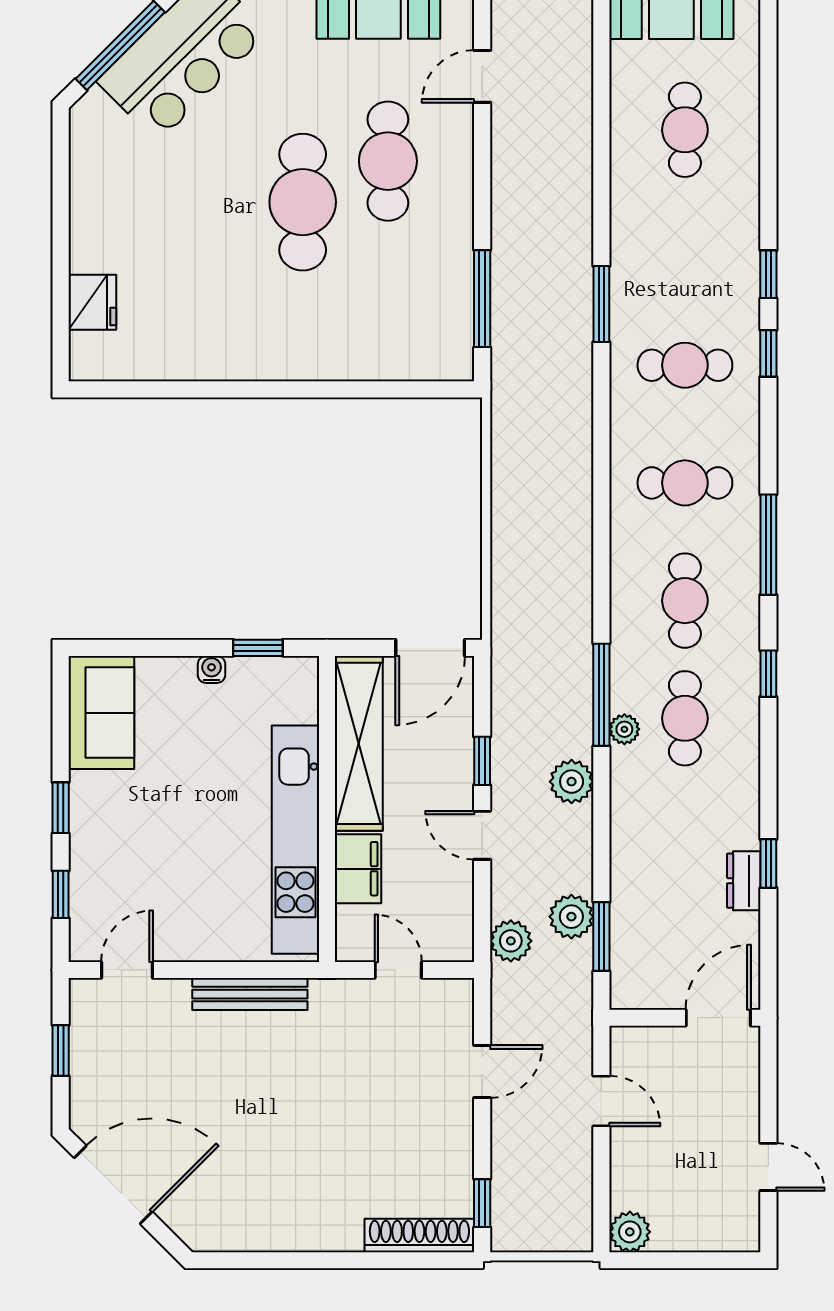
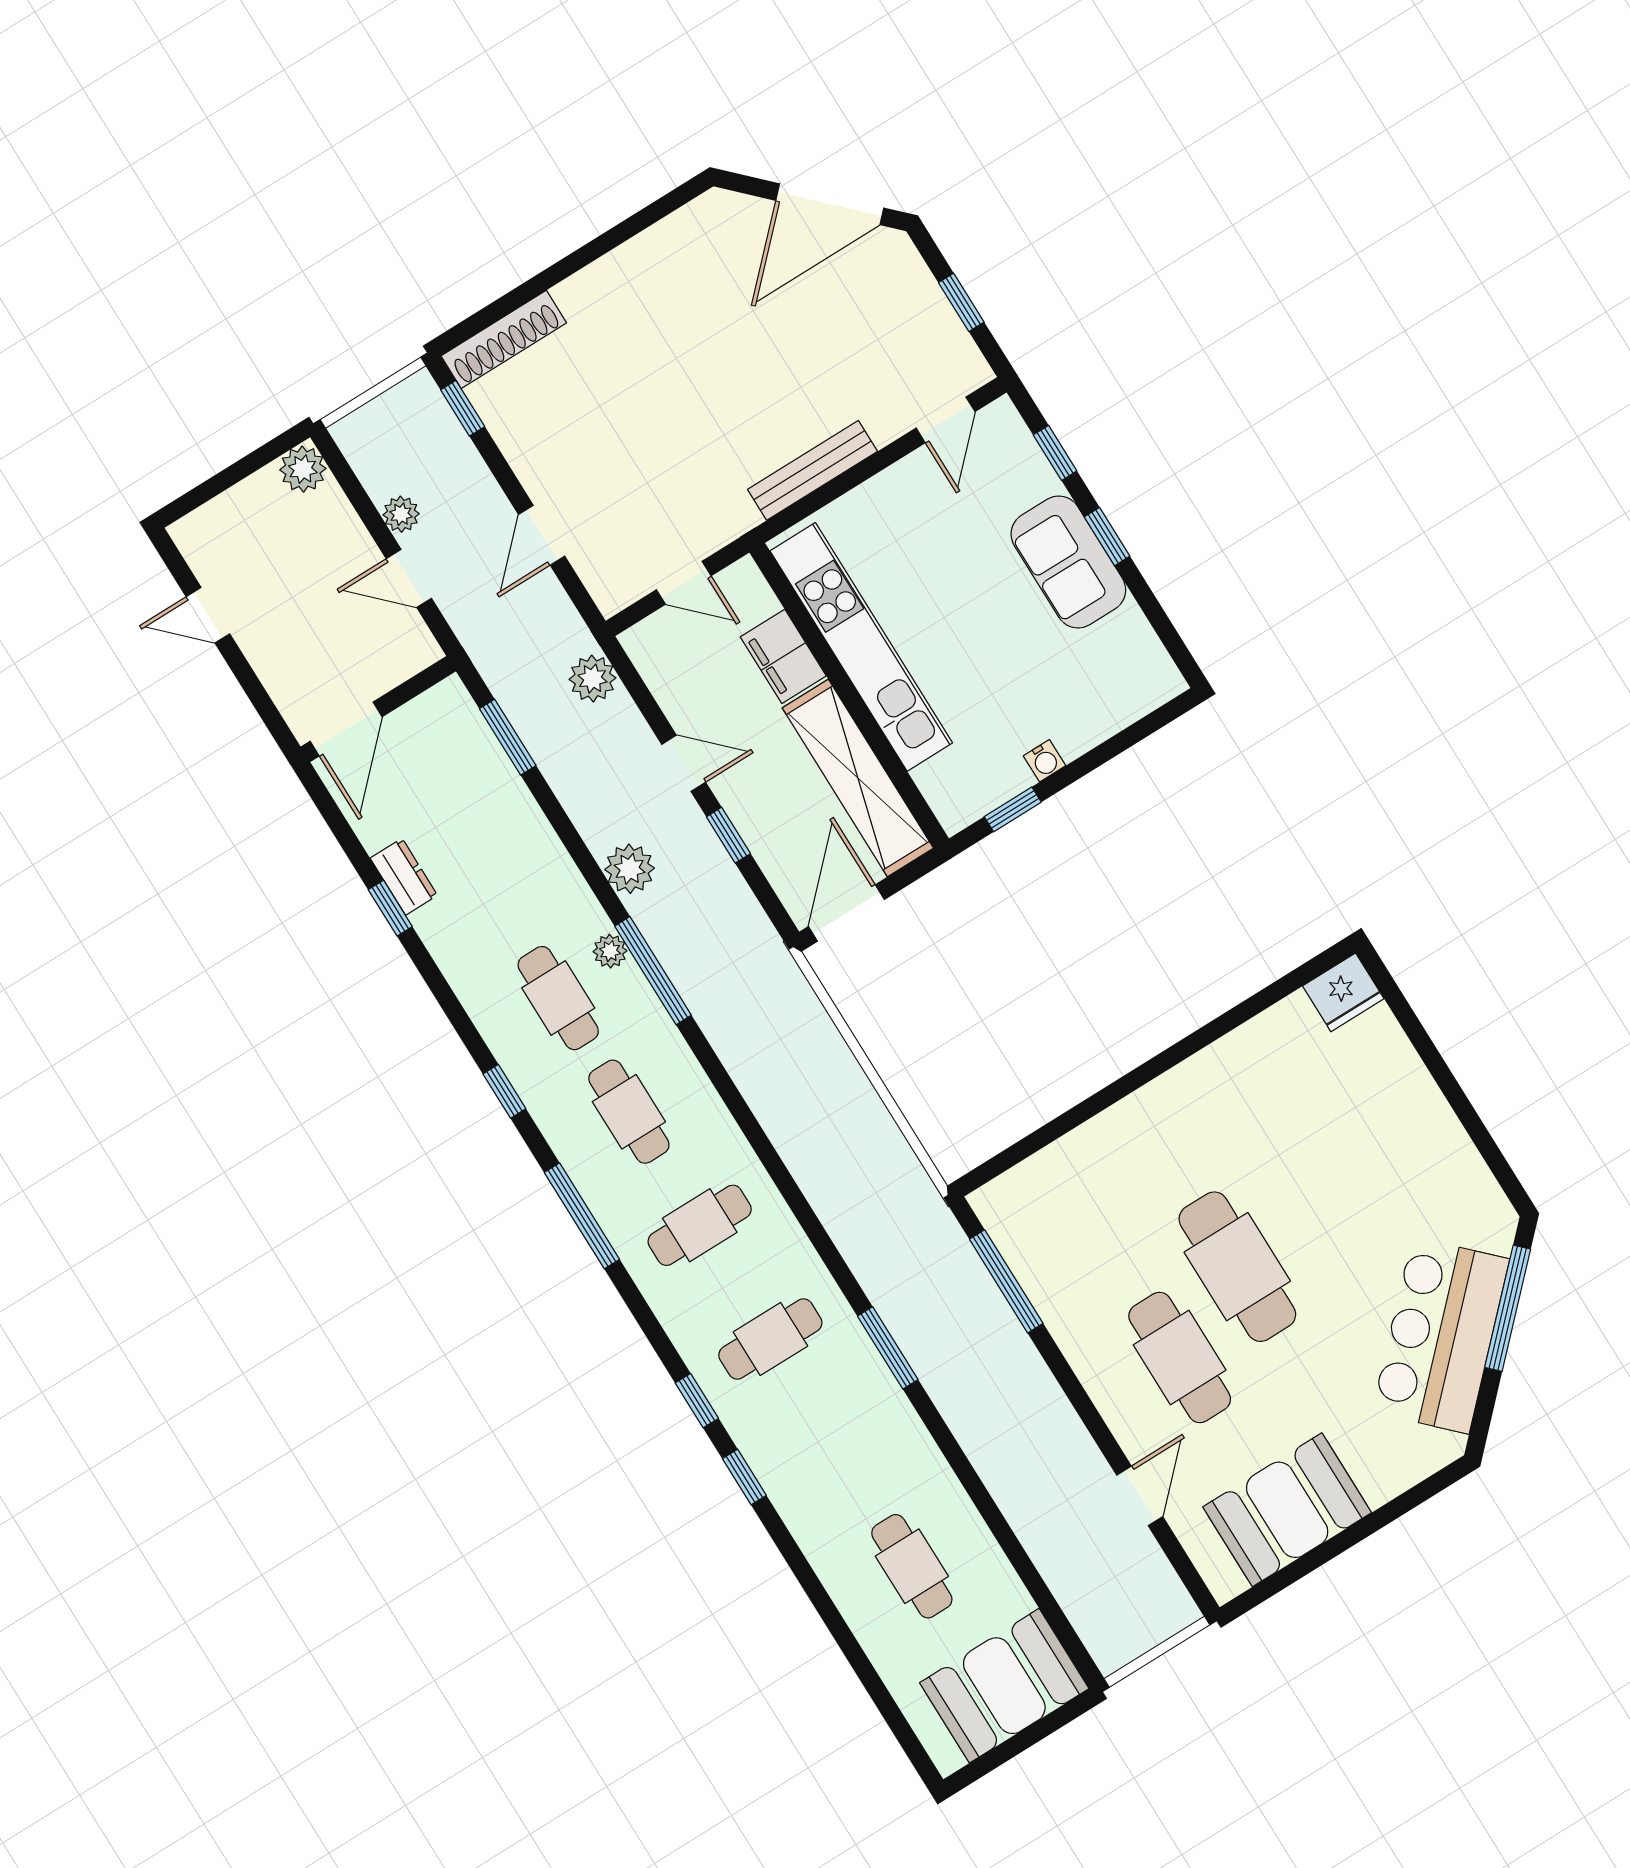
fridge: (92, 302) -> (1343, 992), moved, turned -90
sofa: (101, 713) -> (1068, 562), moved
plant: (571, 917) -> (401, 514), moved, width x0.73, depth x0.73

